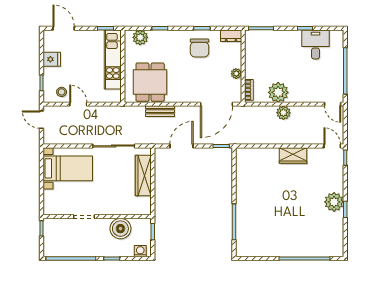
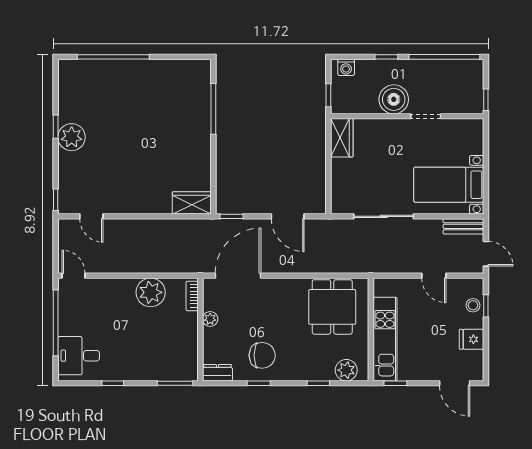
desk: (315, 44) -> (79, 356), moved, turned 90
chair: (199, 48) -> (262, 355), turned 90
stool: (62, 92) -> (473, 305), moved
bench: (160, 111) -> (463, 226), moved
plant: (283, 113) -> (143, 264), removed
door: (181, 146) -> (288, 216), hinge flipped
door: (332, 146) -> (91, 216), moved
wardrobe: (293, 155) -> (192, 203), moved
wardrobe: (143, 175) -> (342, 138), moved, width x0.67
boiler: (120, 229) -> (394, 99), moved

